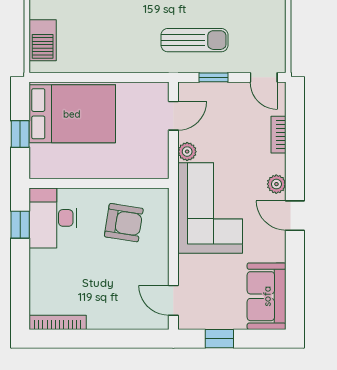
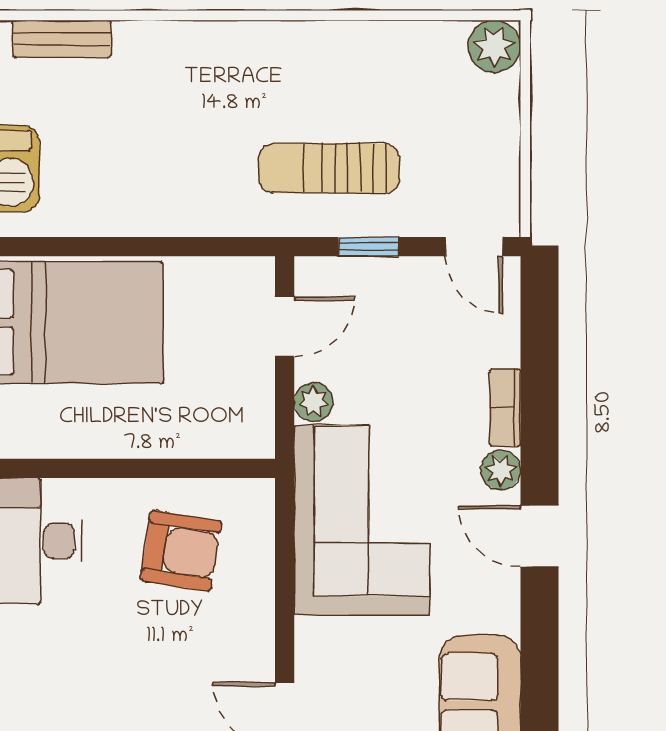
sun lounger: (194, 40) -> (329, 168), turned 180
bookcase: (278, 135) -> (505, 408), moved

